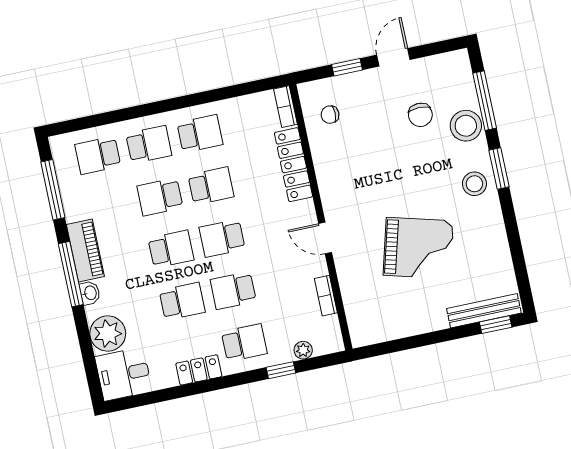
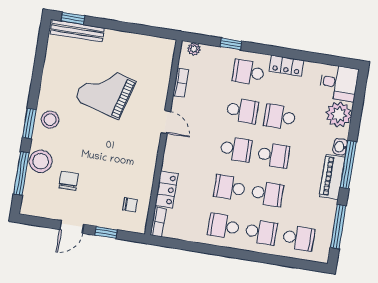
school desk: (149, 145) -> (261, 232), turned 180
locker: (293, 165) -> (167, 189), width x0.66
school desk: (171, 249) -> (274, 155), turned 180
plant: (303, 350) -> (194, 49), moved

